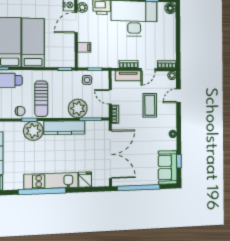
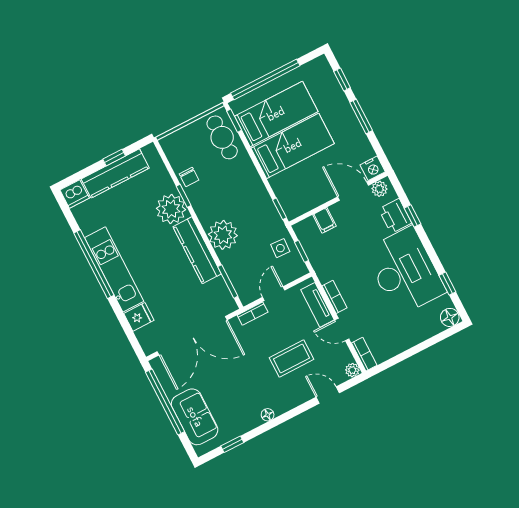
sun lounger: (41, 99) -> (221, 197), removed
plant: (78, 108) -> (223, 235), moved
sofa: (168, 167) -> (195, 417), moved, turned 90

